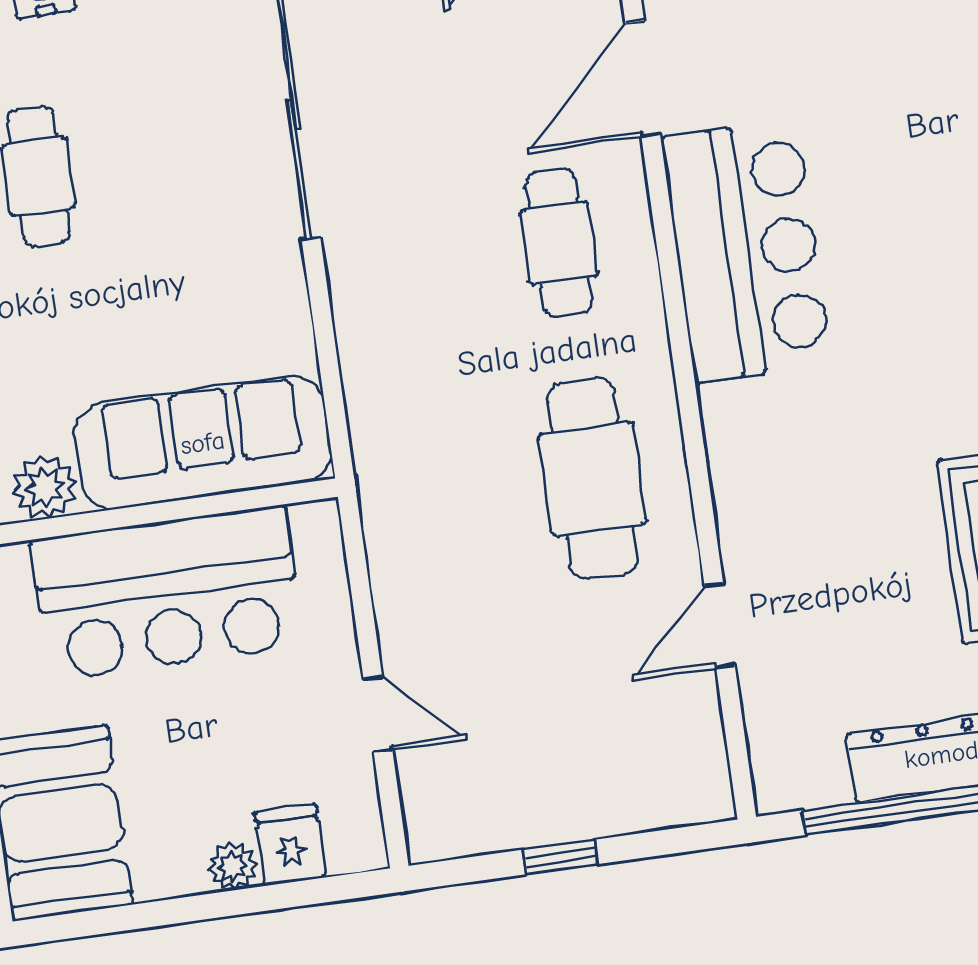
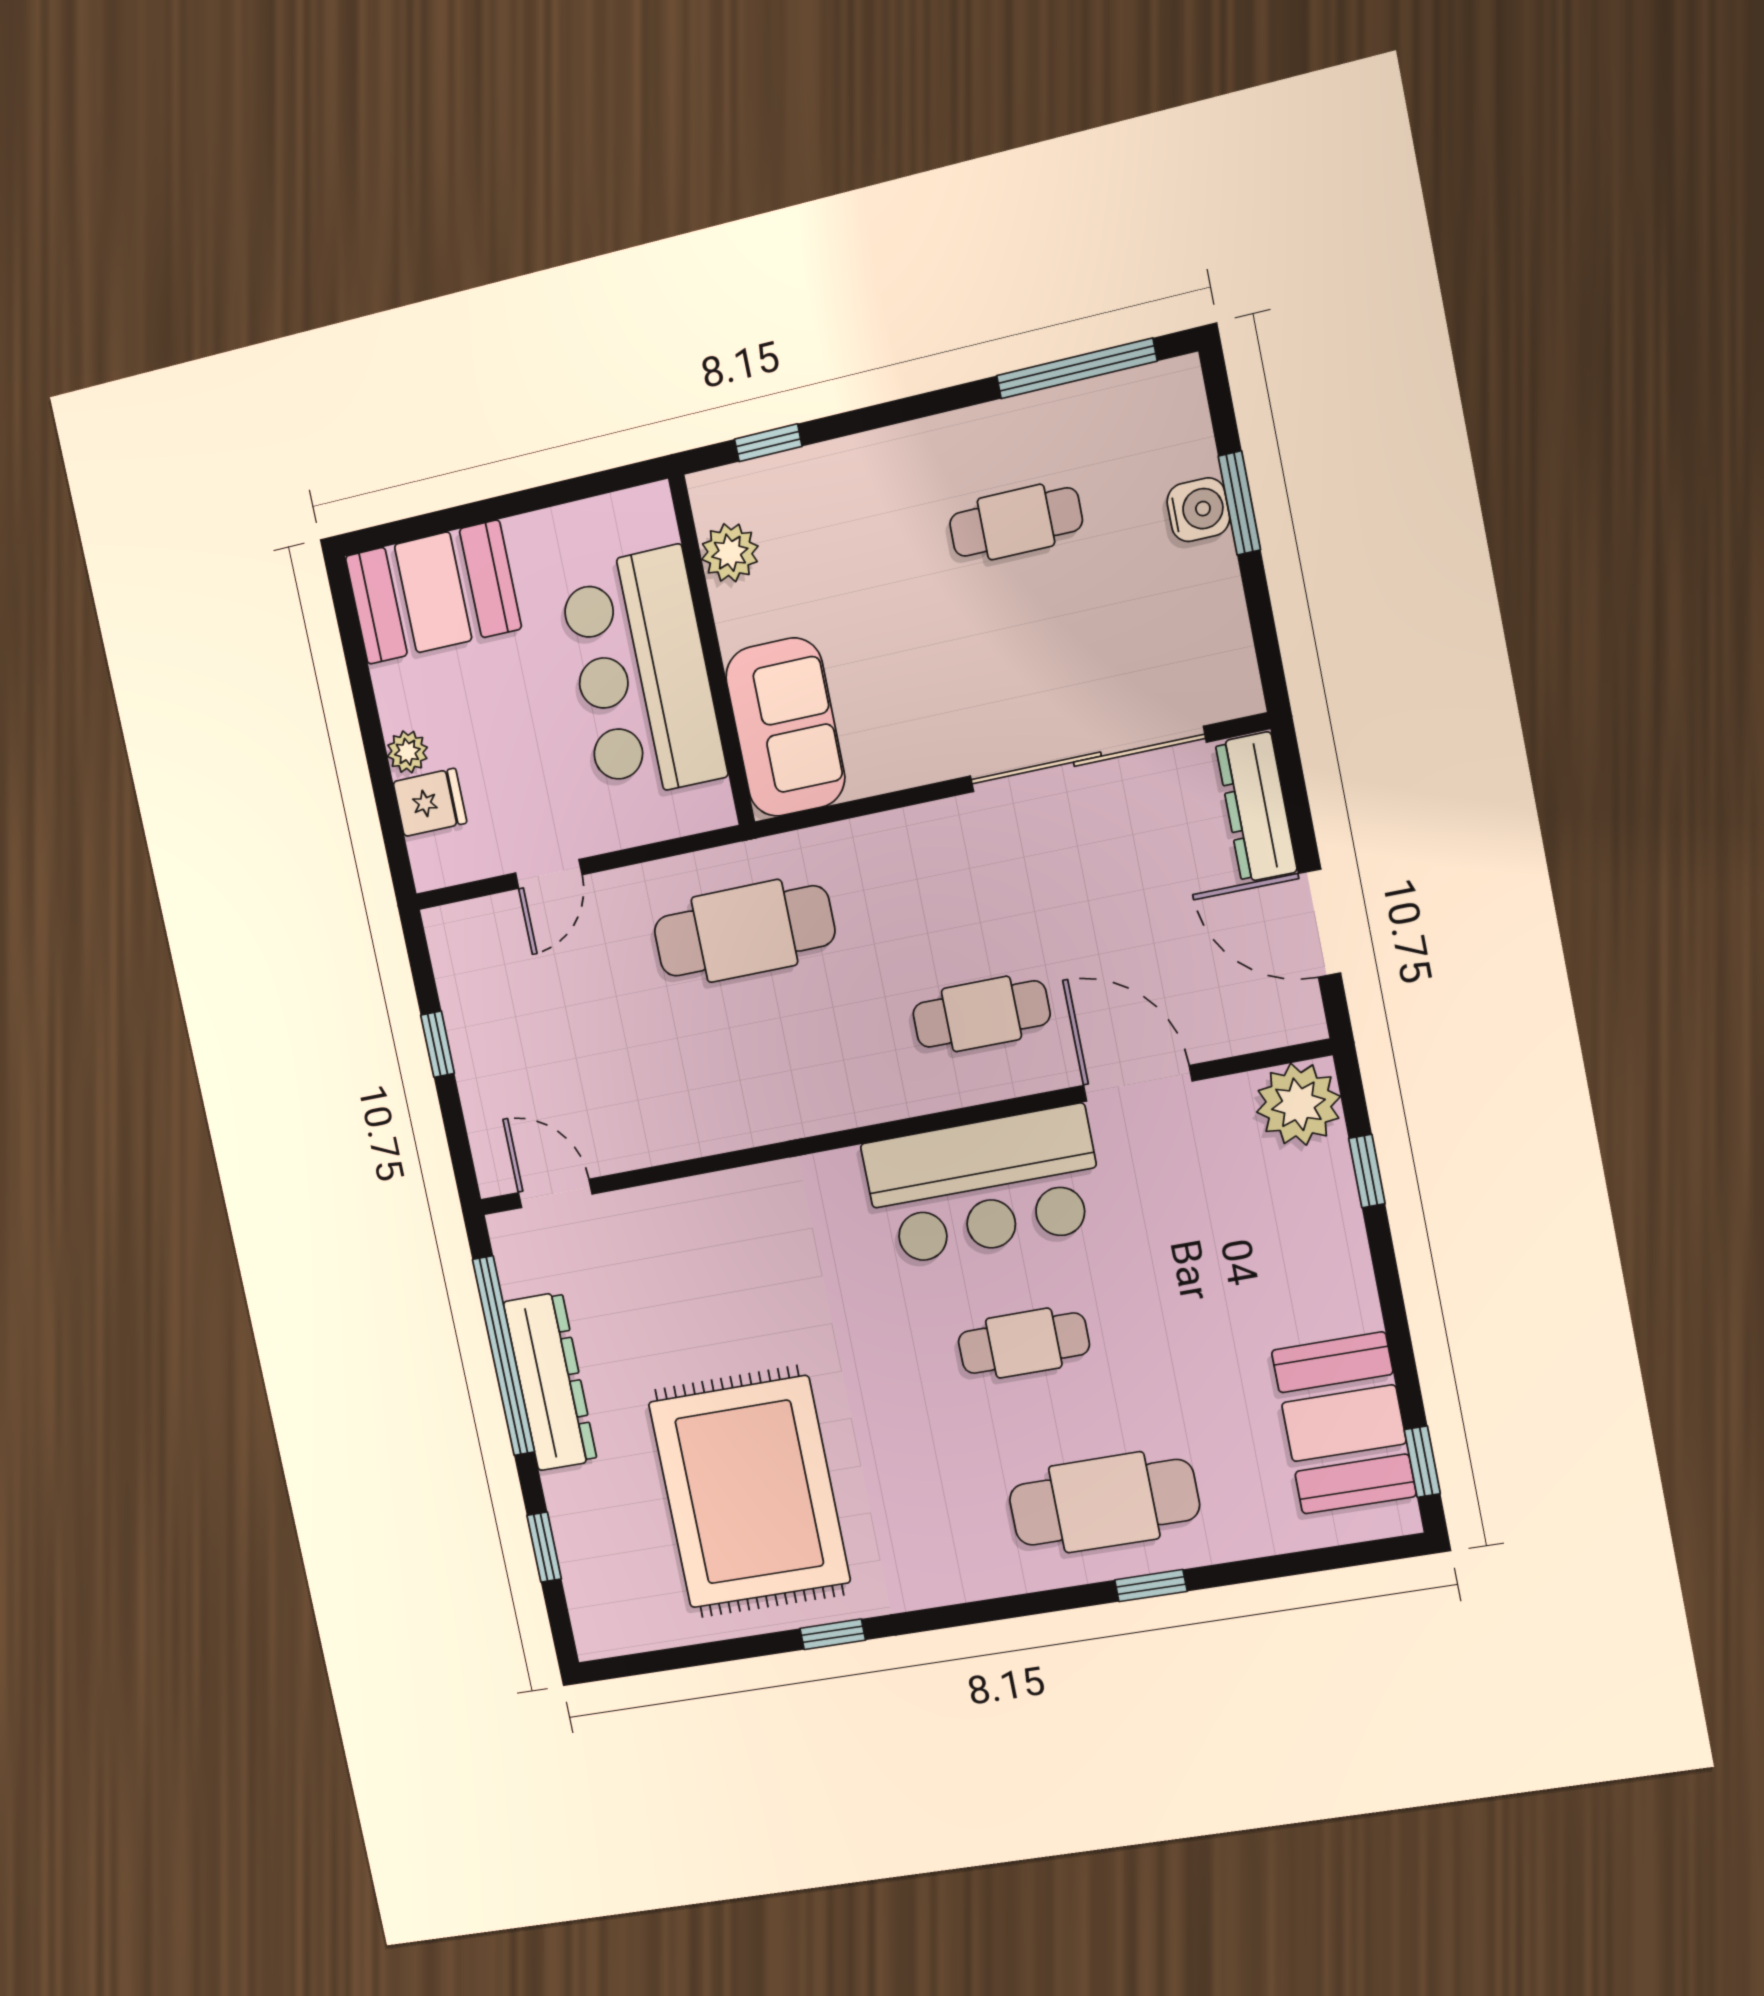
cafe table: (922, 217) -> (1024, 1343), added
sofa: (203, 443) -> (785, 727), width x0.73
cafe table: (592, 479) -> (744, 931), moved
door: (720, 625) -> (555, 1193), moved

